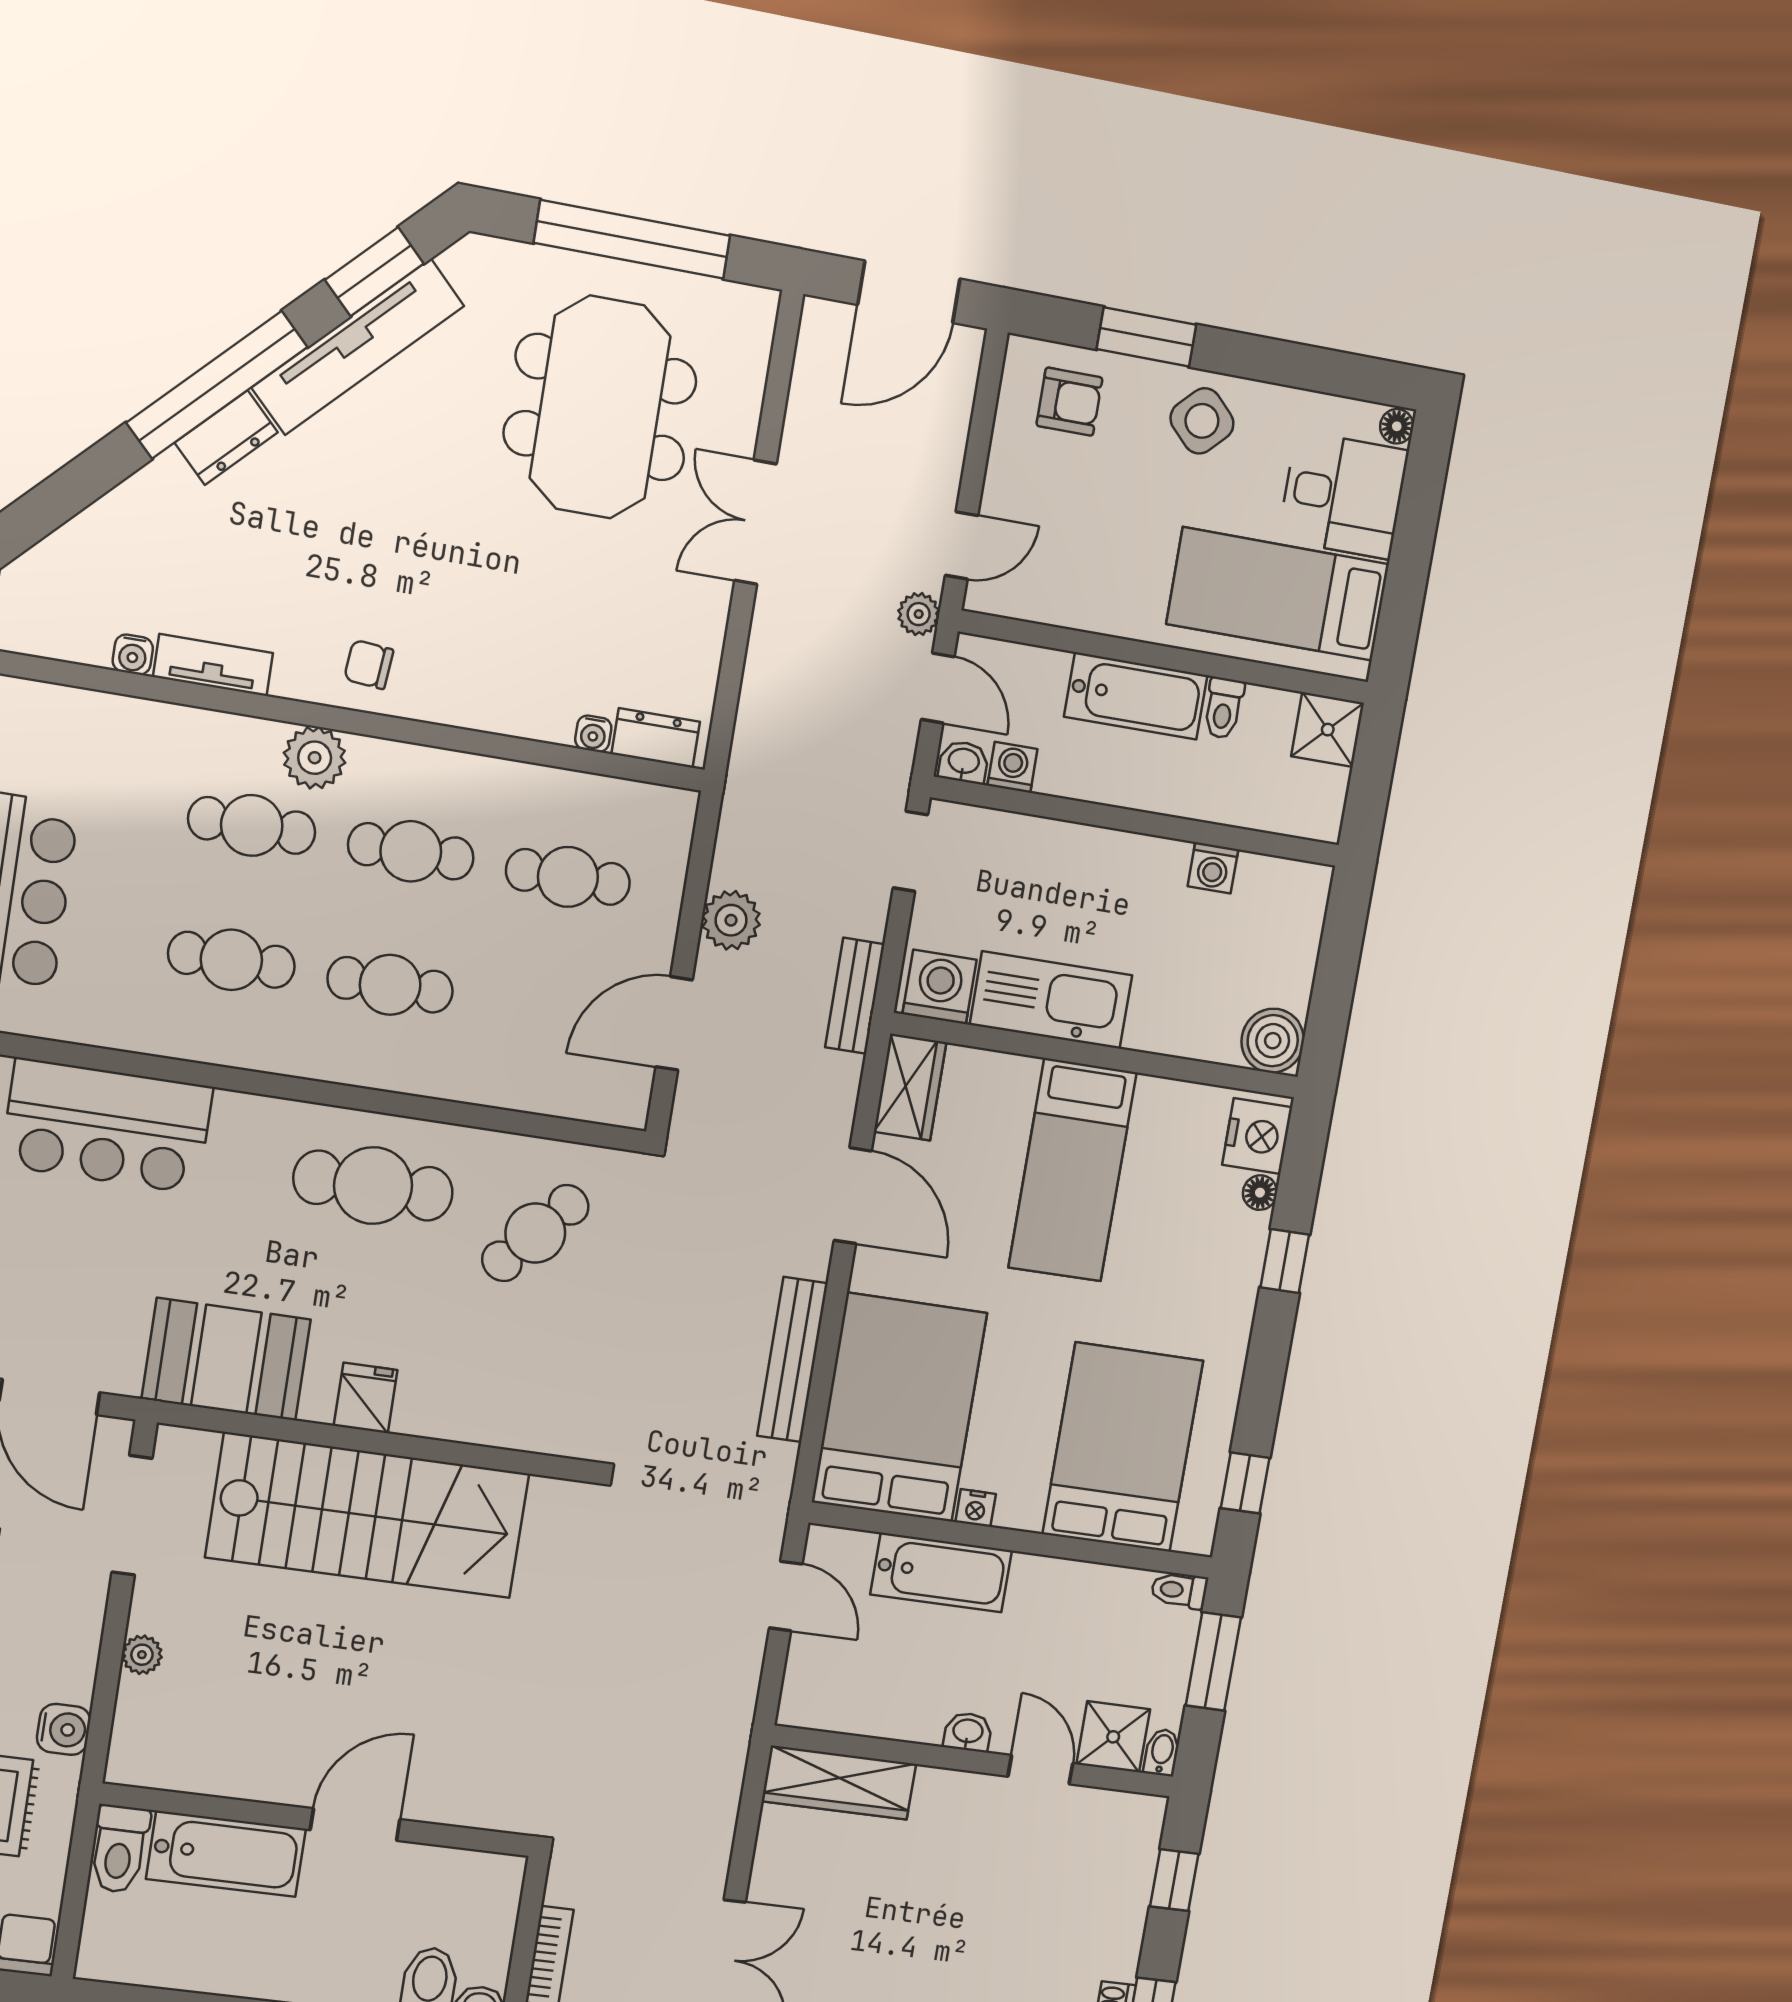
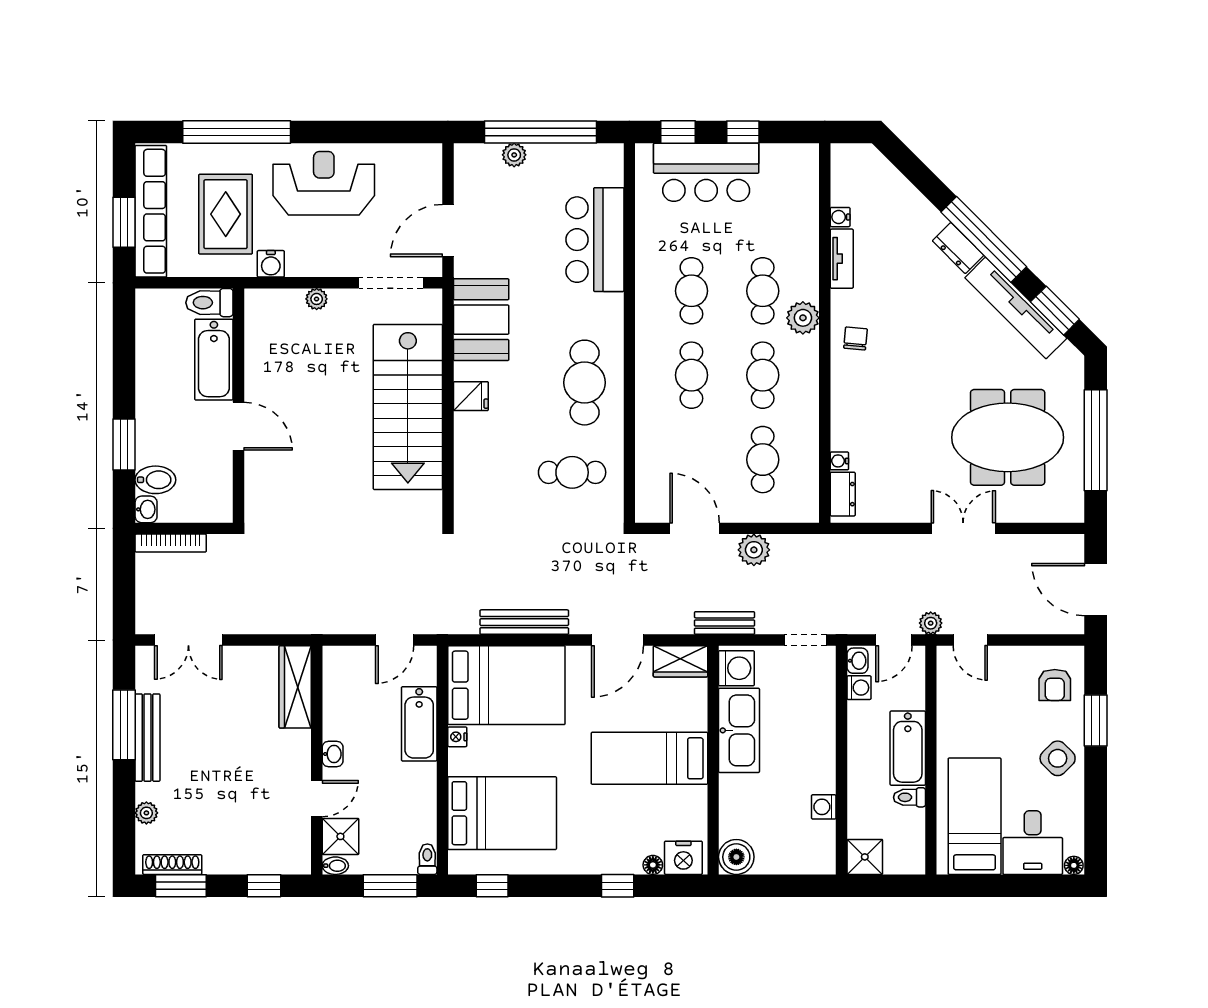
shower: (1328, 730) -> (865, 857), moved
cafe table: (535, 1233) -> (572, 472), turned -41

